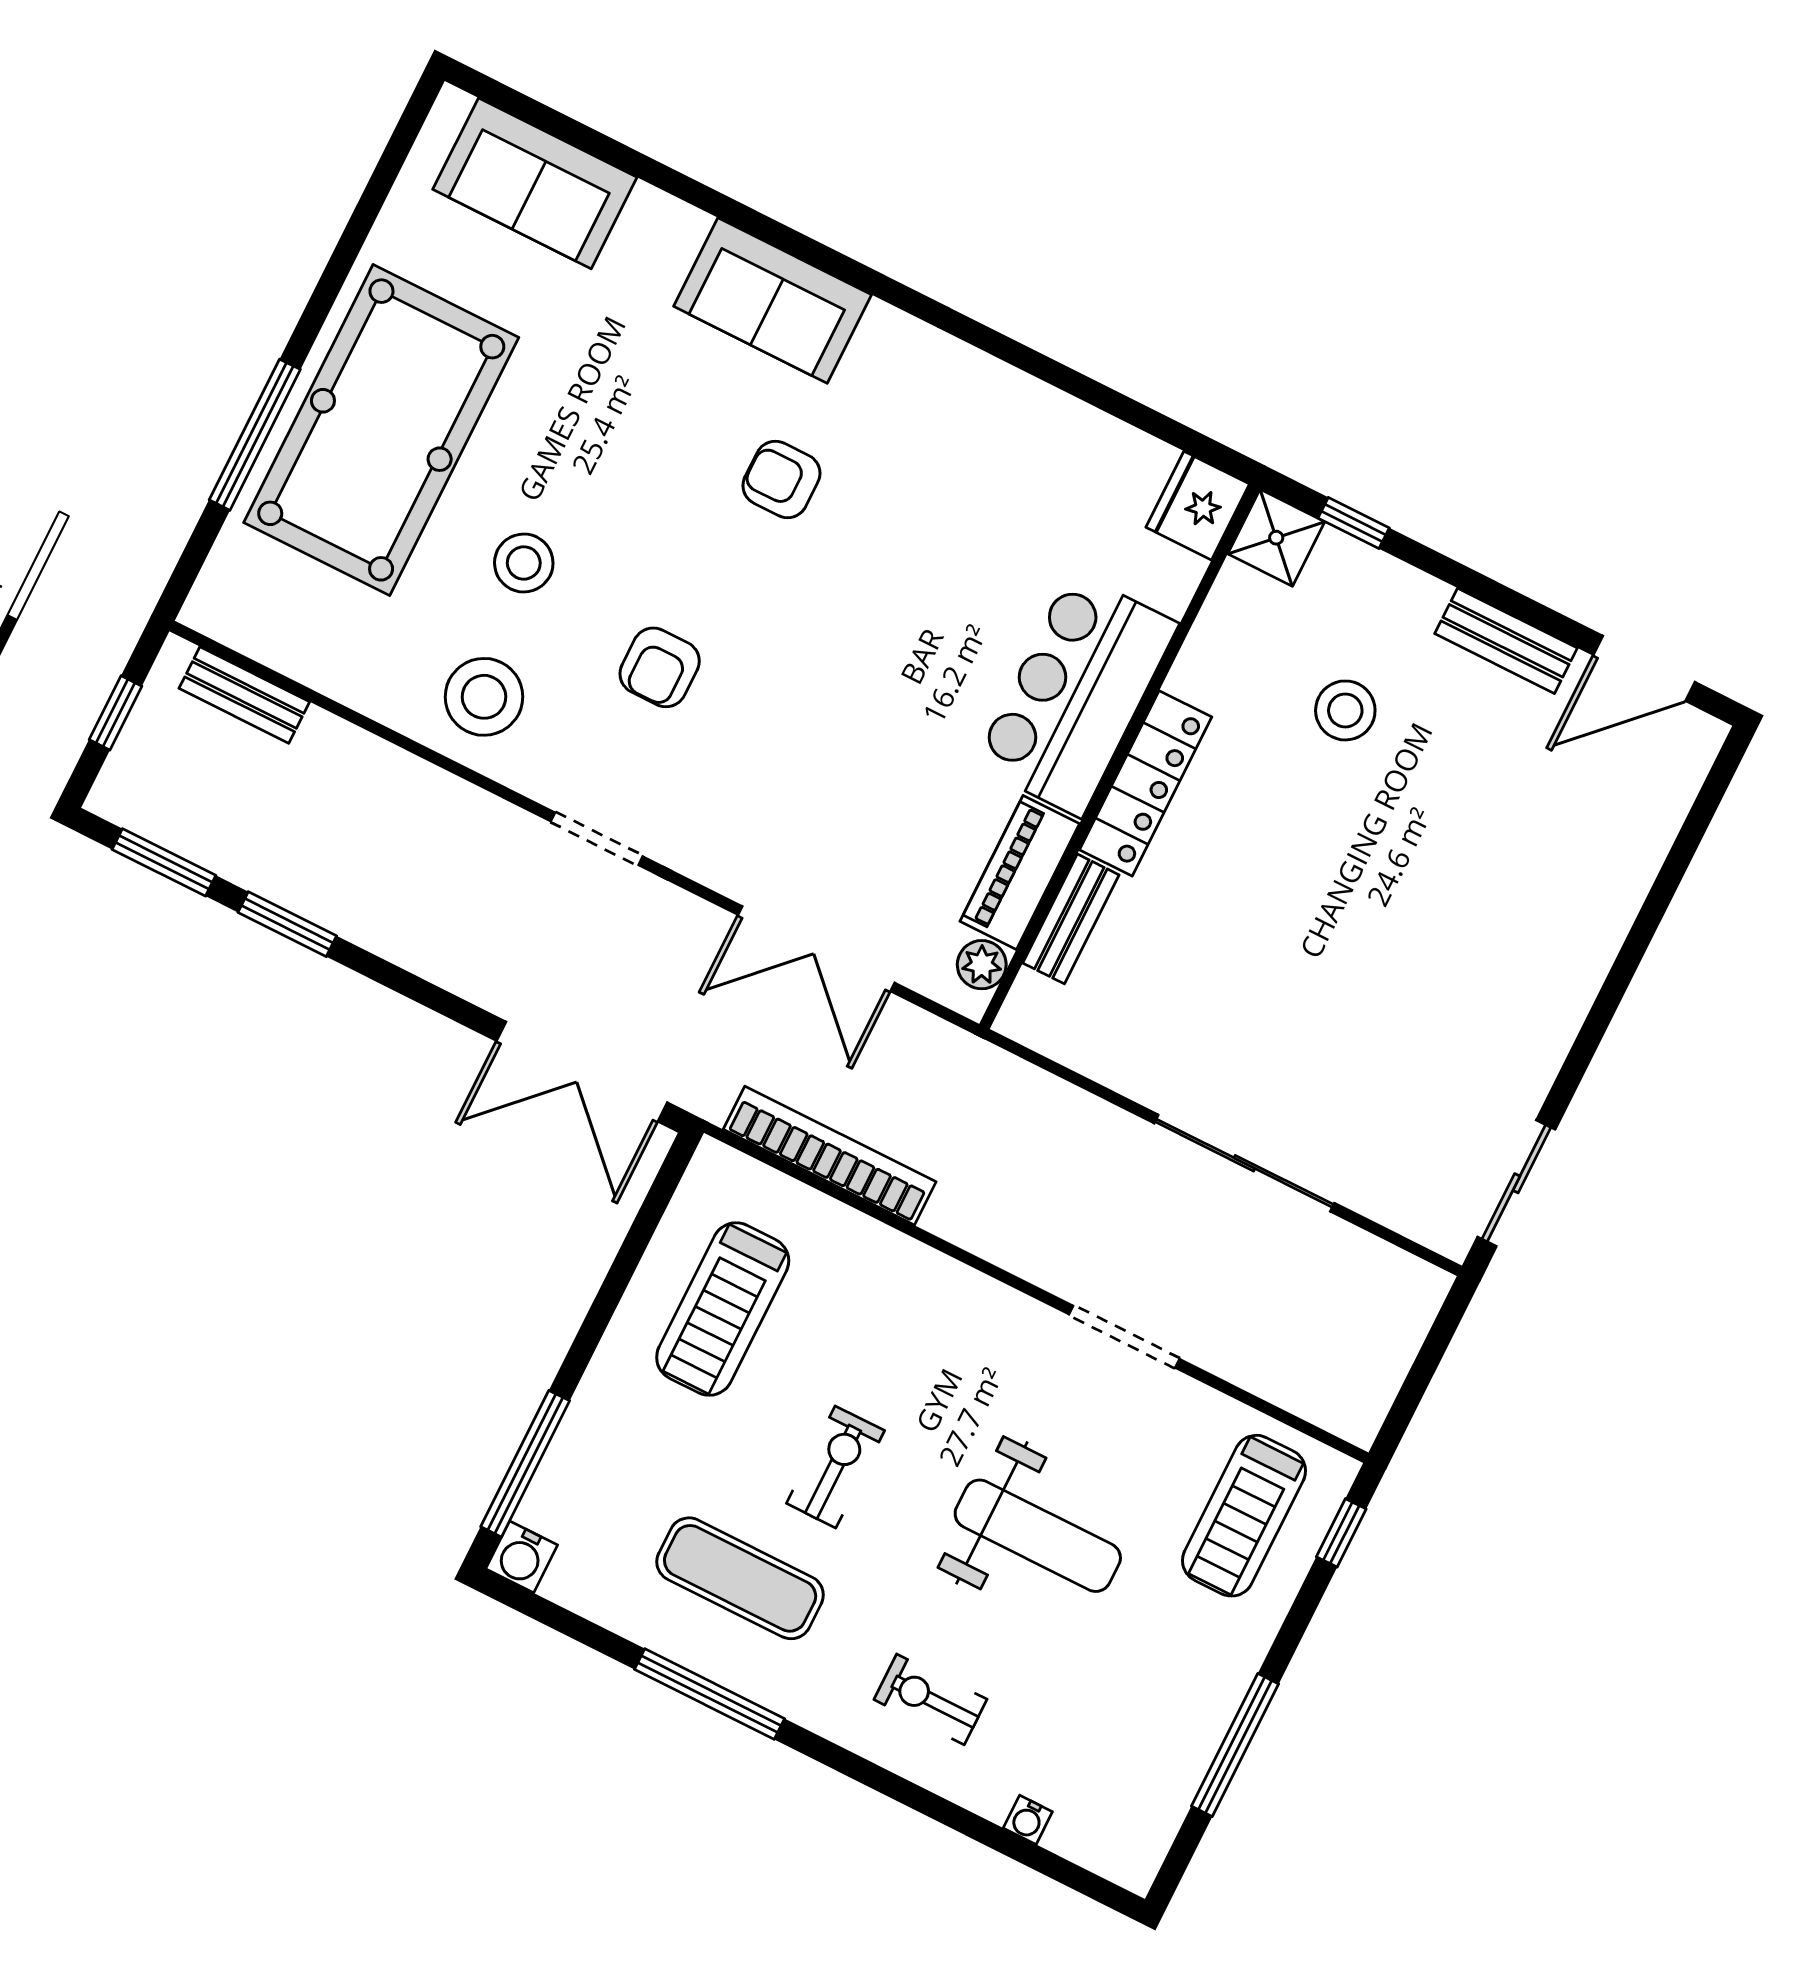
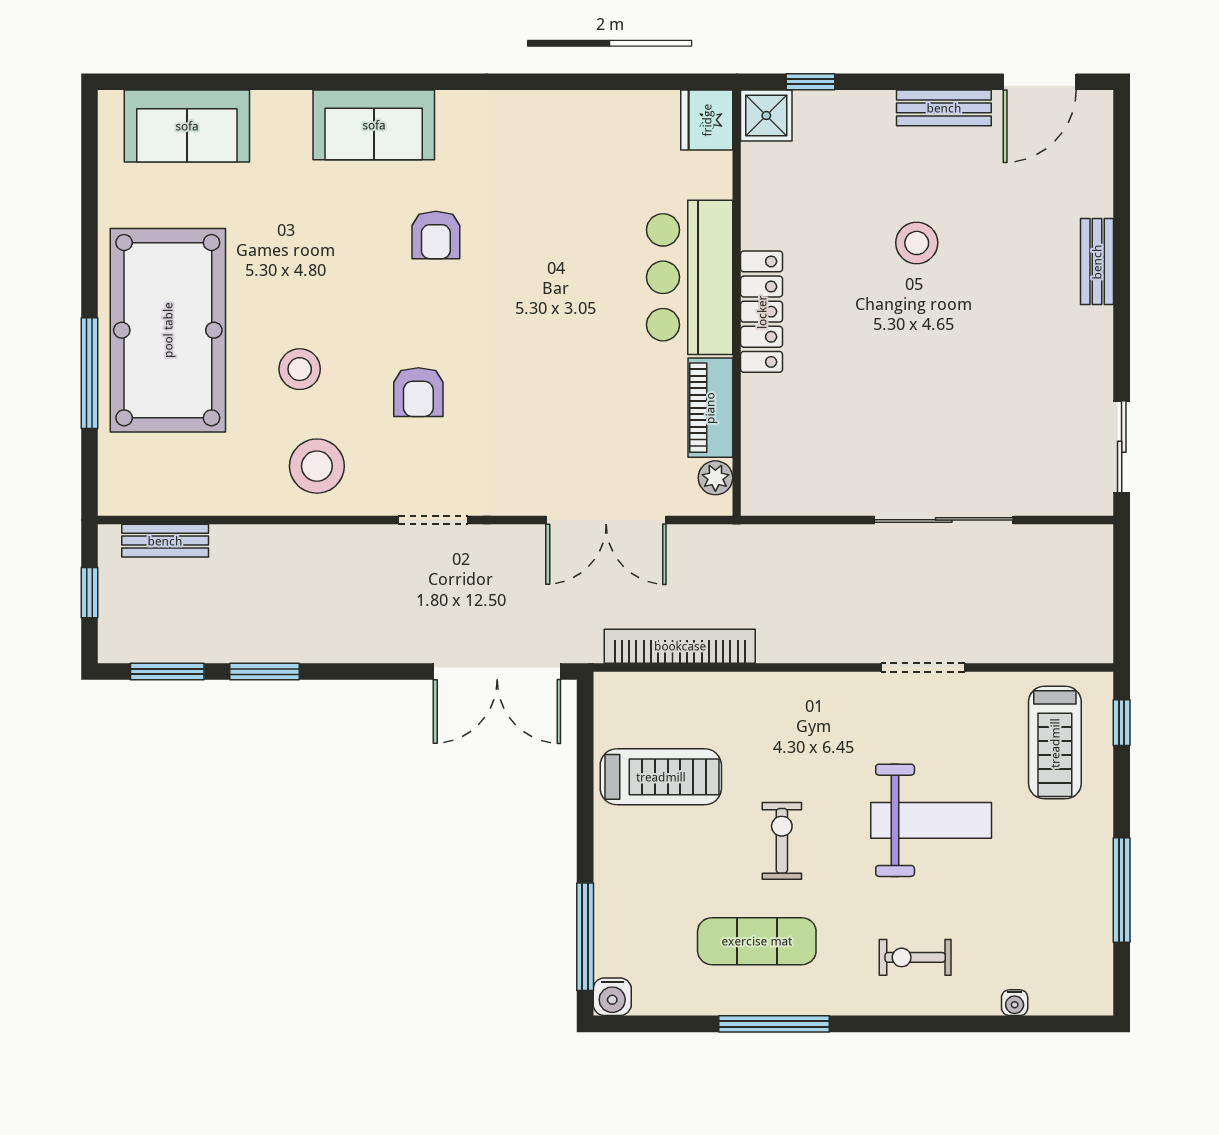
armchair: (781, 479) -> (436, 235), turned -90
stool: (1345, 710) -> (917, 243), moved
bench: (1071, 919) -> (1097, 262), moved
treadmill: (723, 1309) -> (661, 777), turned -90

